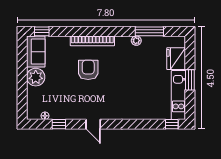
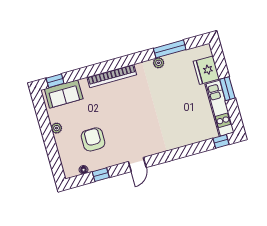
sofa: (36, 52) -> (64, 94), moved, turned 90
armchair: (88, 70) -> (93, 139), moved
plant: (36, 77) -> (57, 128), width x0.53, depth x0.53
door: (93, 124) -> (137, 165), hinge flipped

